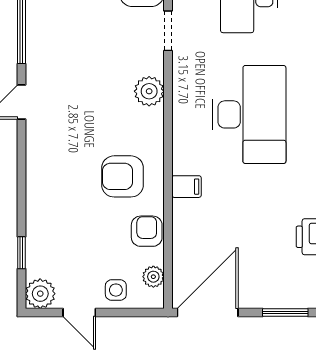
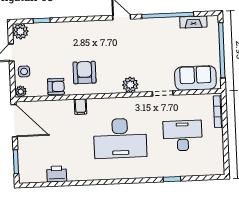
plant: (153, 277) -> (21, 92), moved

